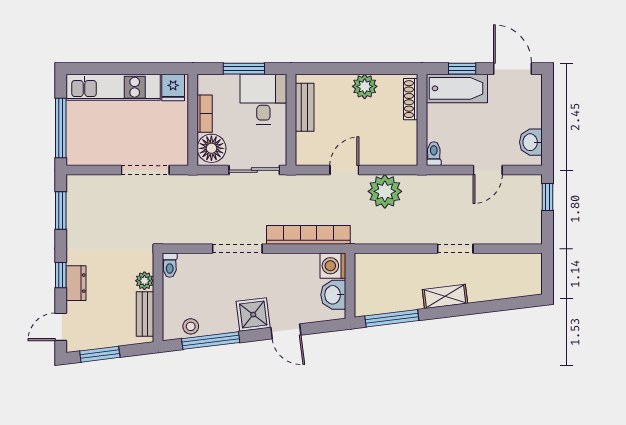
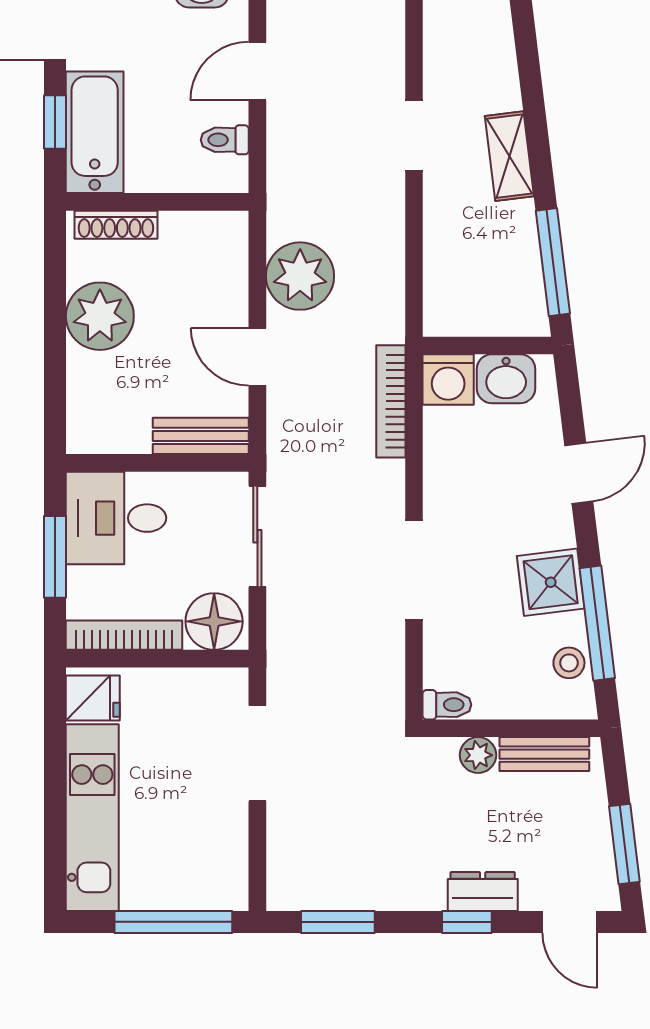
plant: (365, 86) -> (100, 316), width x1.36, depth x1.36
bench: (305, 107) -> (201, 436), moved
bookcase: (205, 114) -> (124, 635), width x1.56
toilet: (434, 154) -> (225, 140), moved
door: (488, 170) -> (257, 71), swing flipped
bookcase: (308, 235) -> (391, 401), width x0.68, depth x0.76
shower: (253, 315) -> (551, 582), moved

